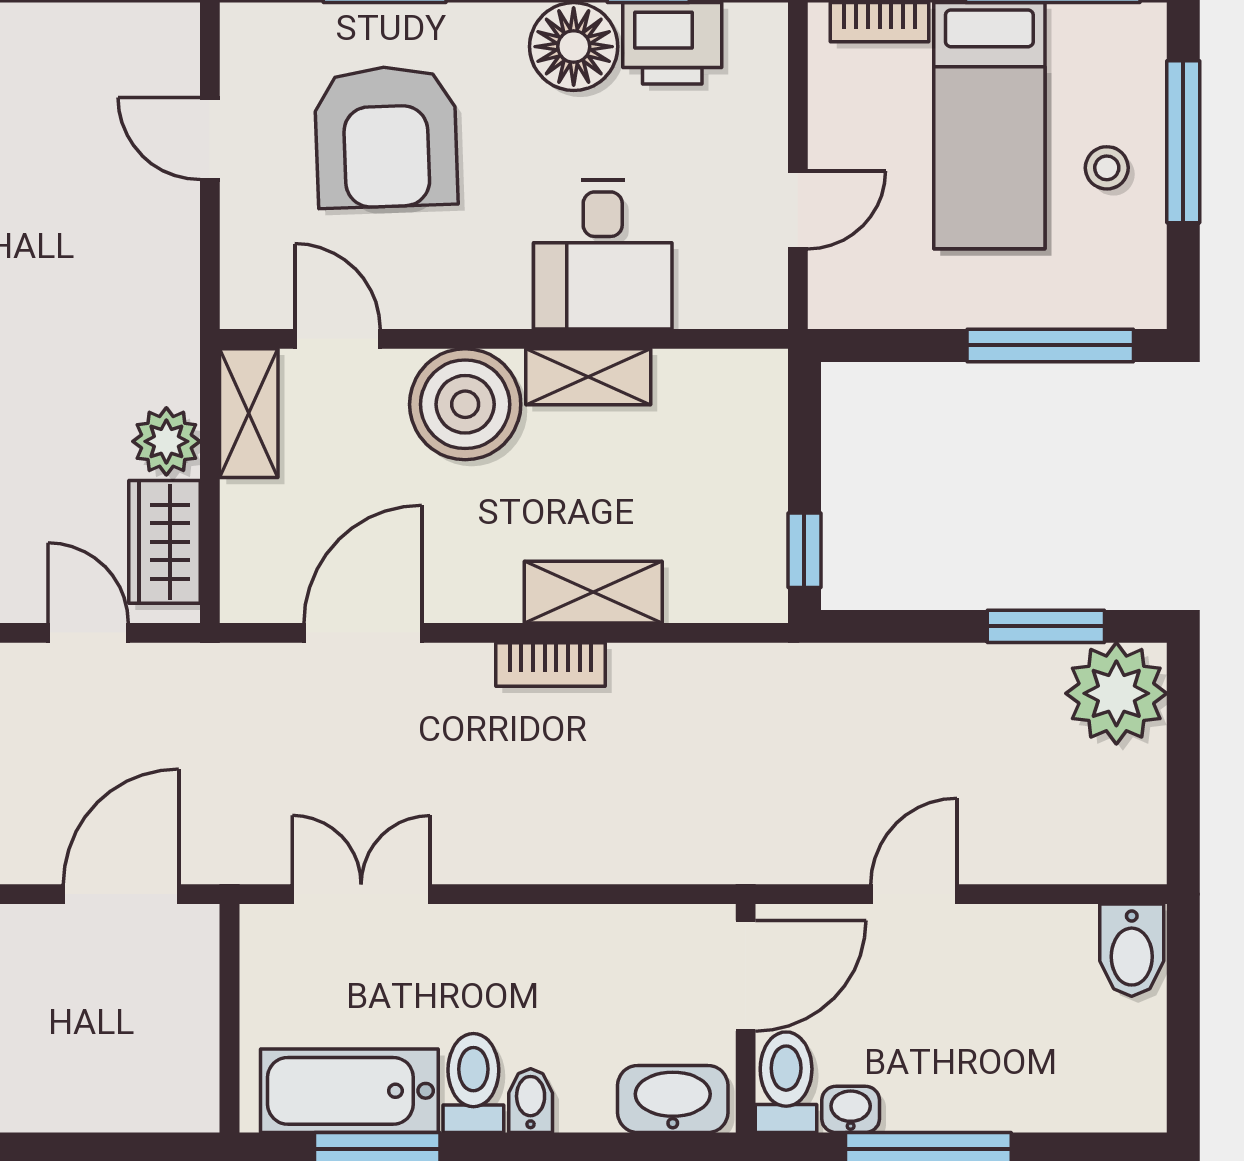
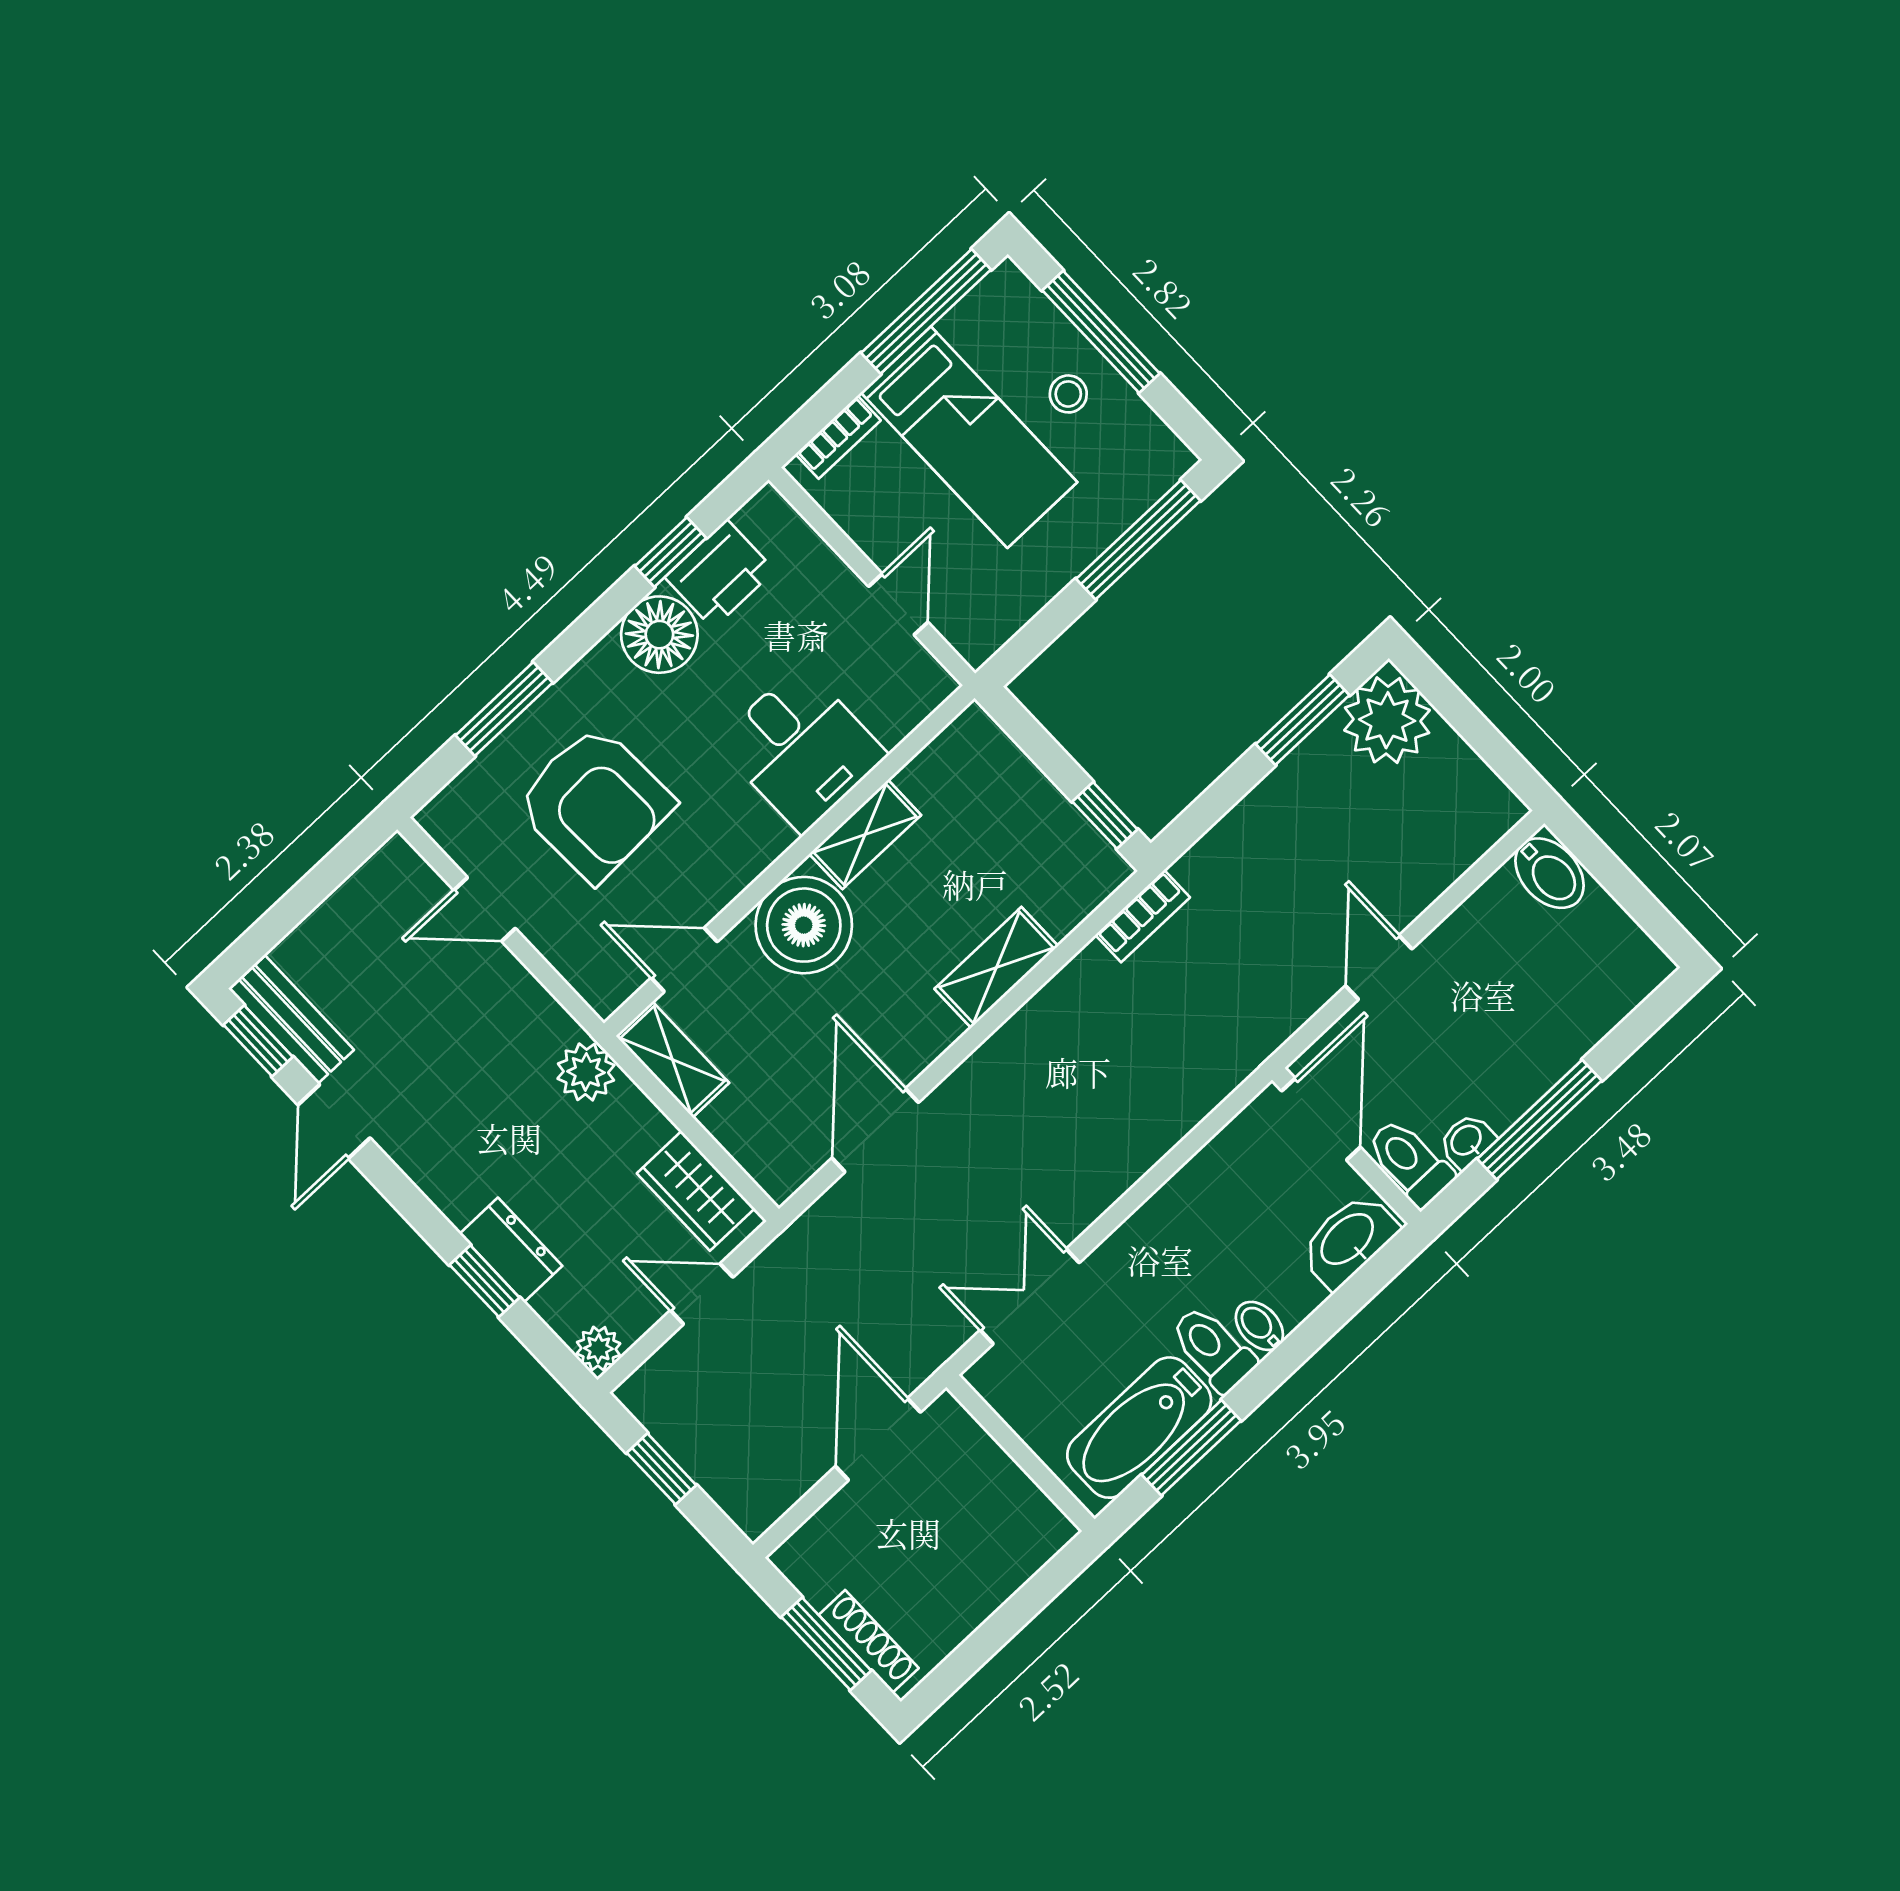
plant: (166, 441) -> (586, 1072), moved
bookcase: (550, 665) -> (1143, 916), moved

